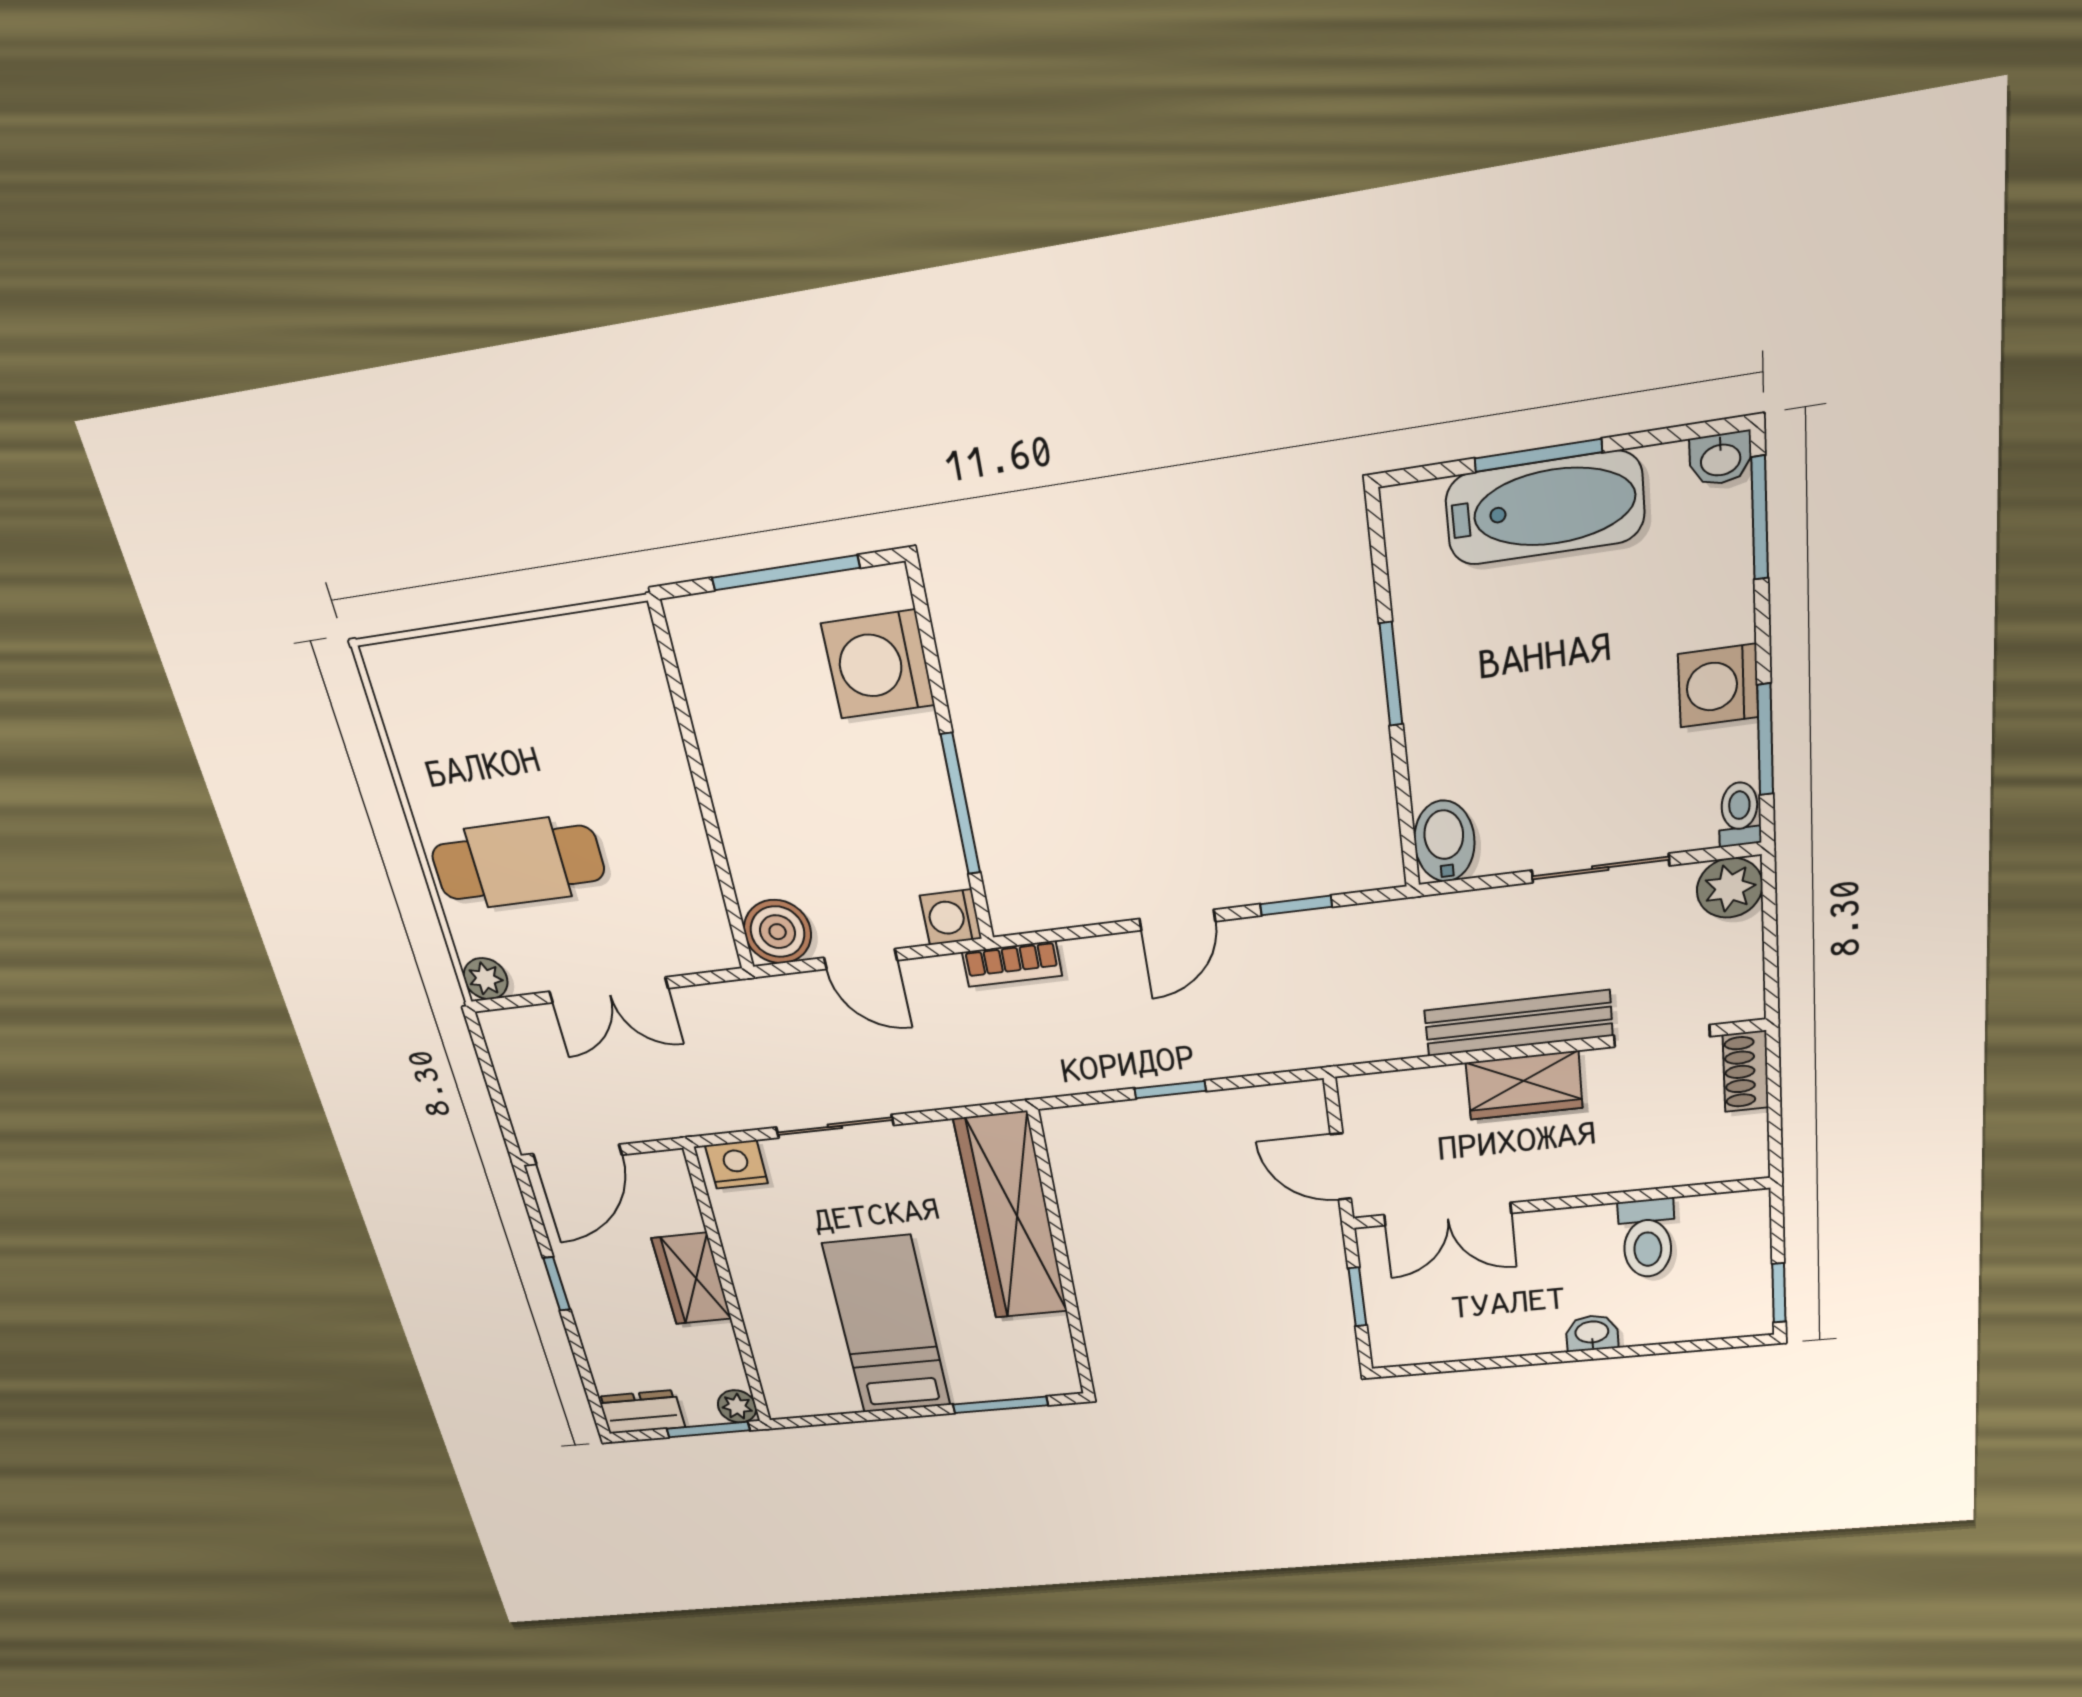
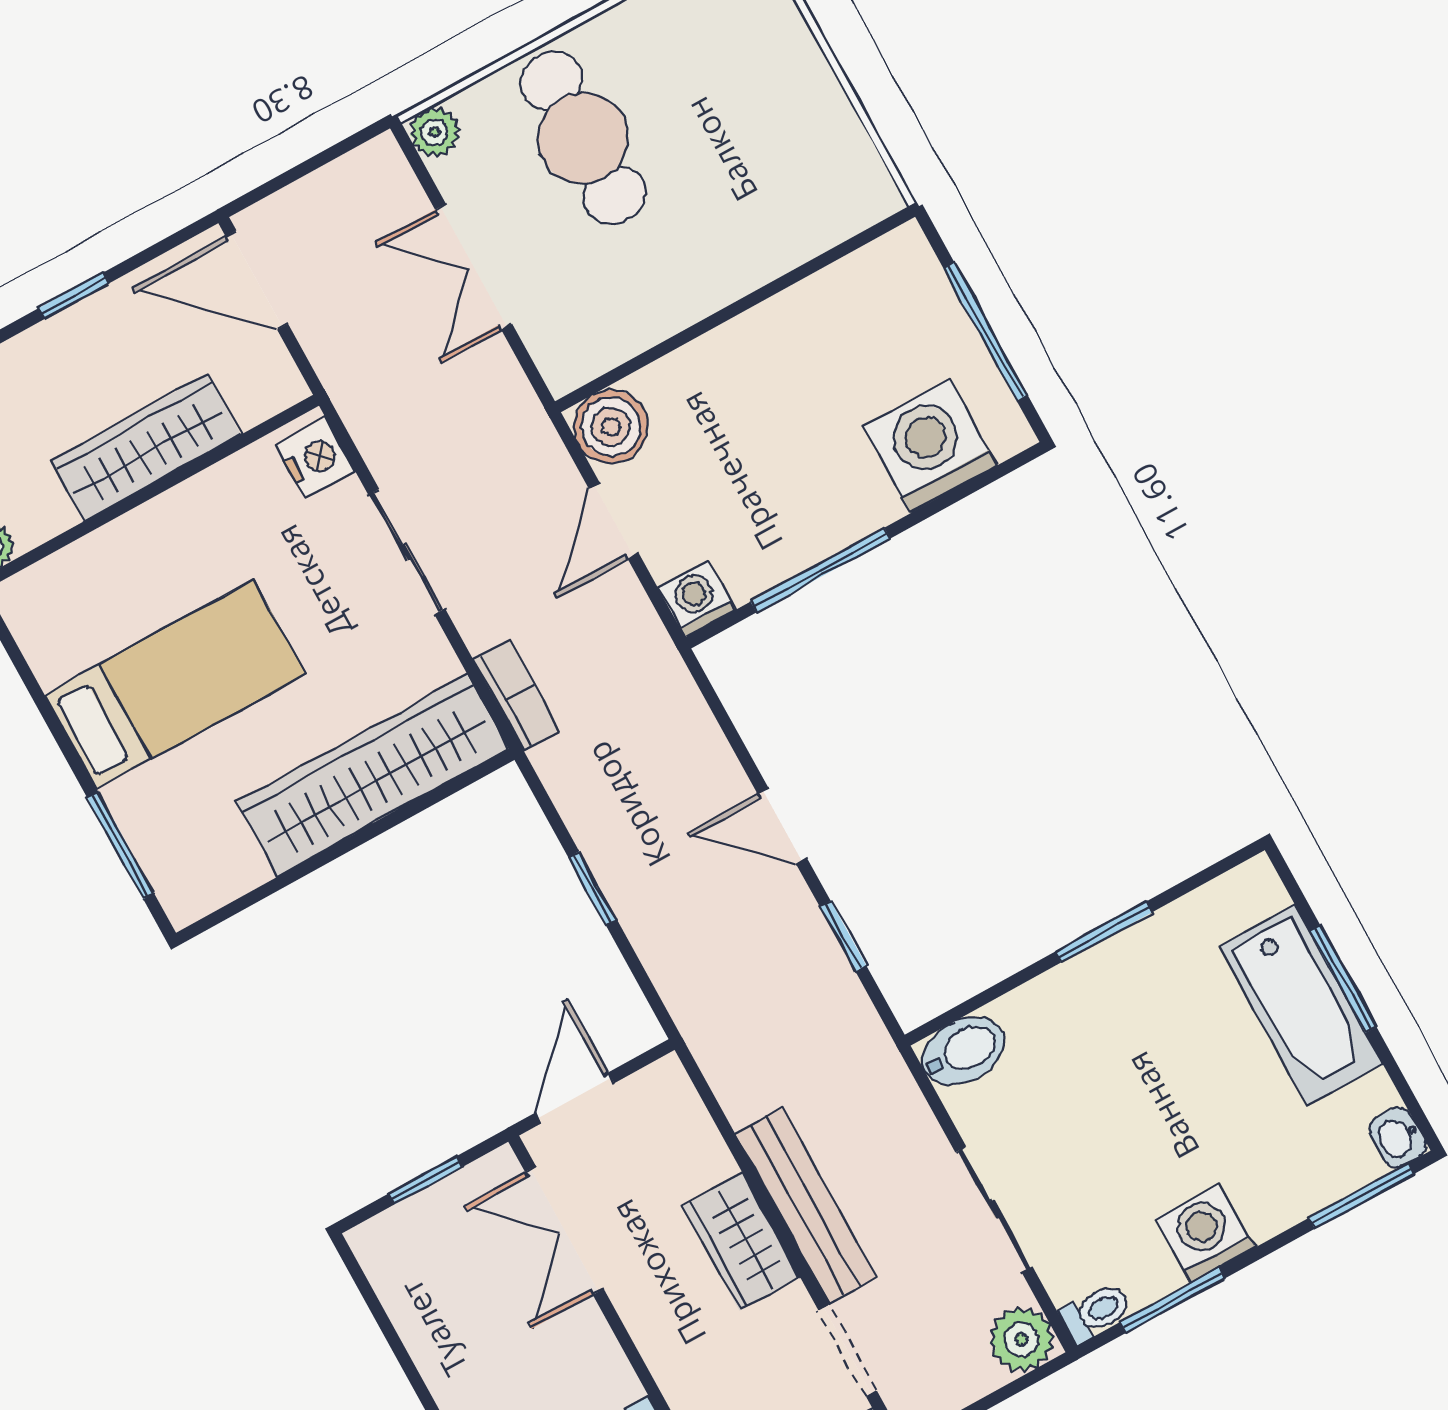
bookcase: (1012, 964) -> (516, 695), moved, turned 180
wardrobe: (692, 1279) -> (146, 448), width x1.50

